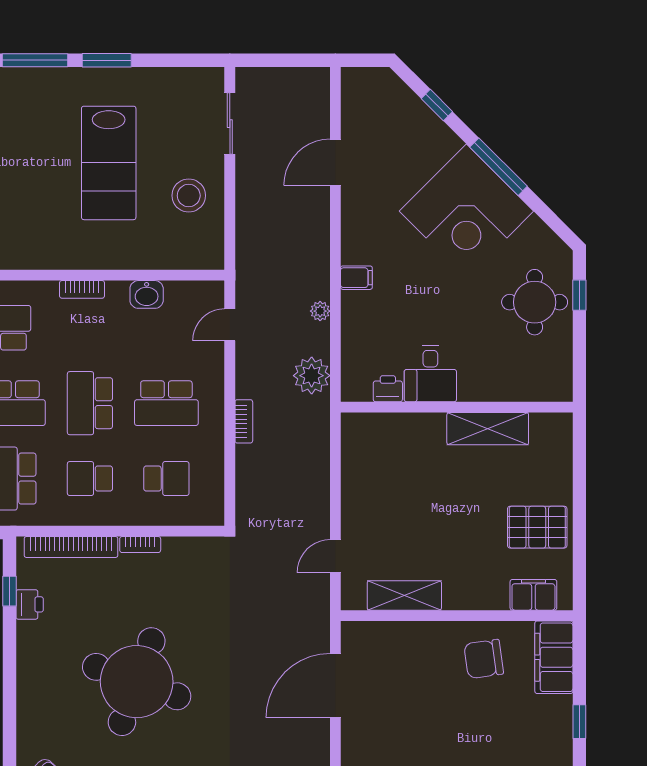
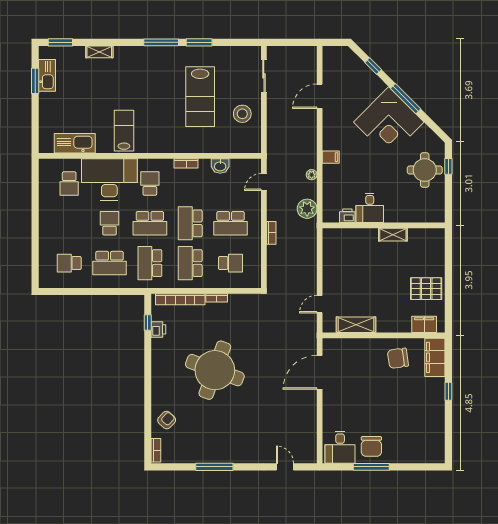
shelving: (488, 429) -> (393, 235), width x0.67, depth x0.75
school desk: (90, 479) -> (190, 263), width x1.85

